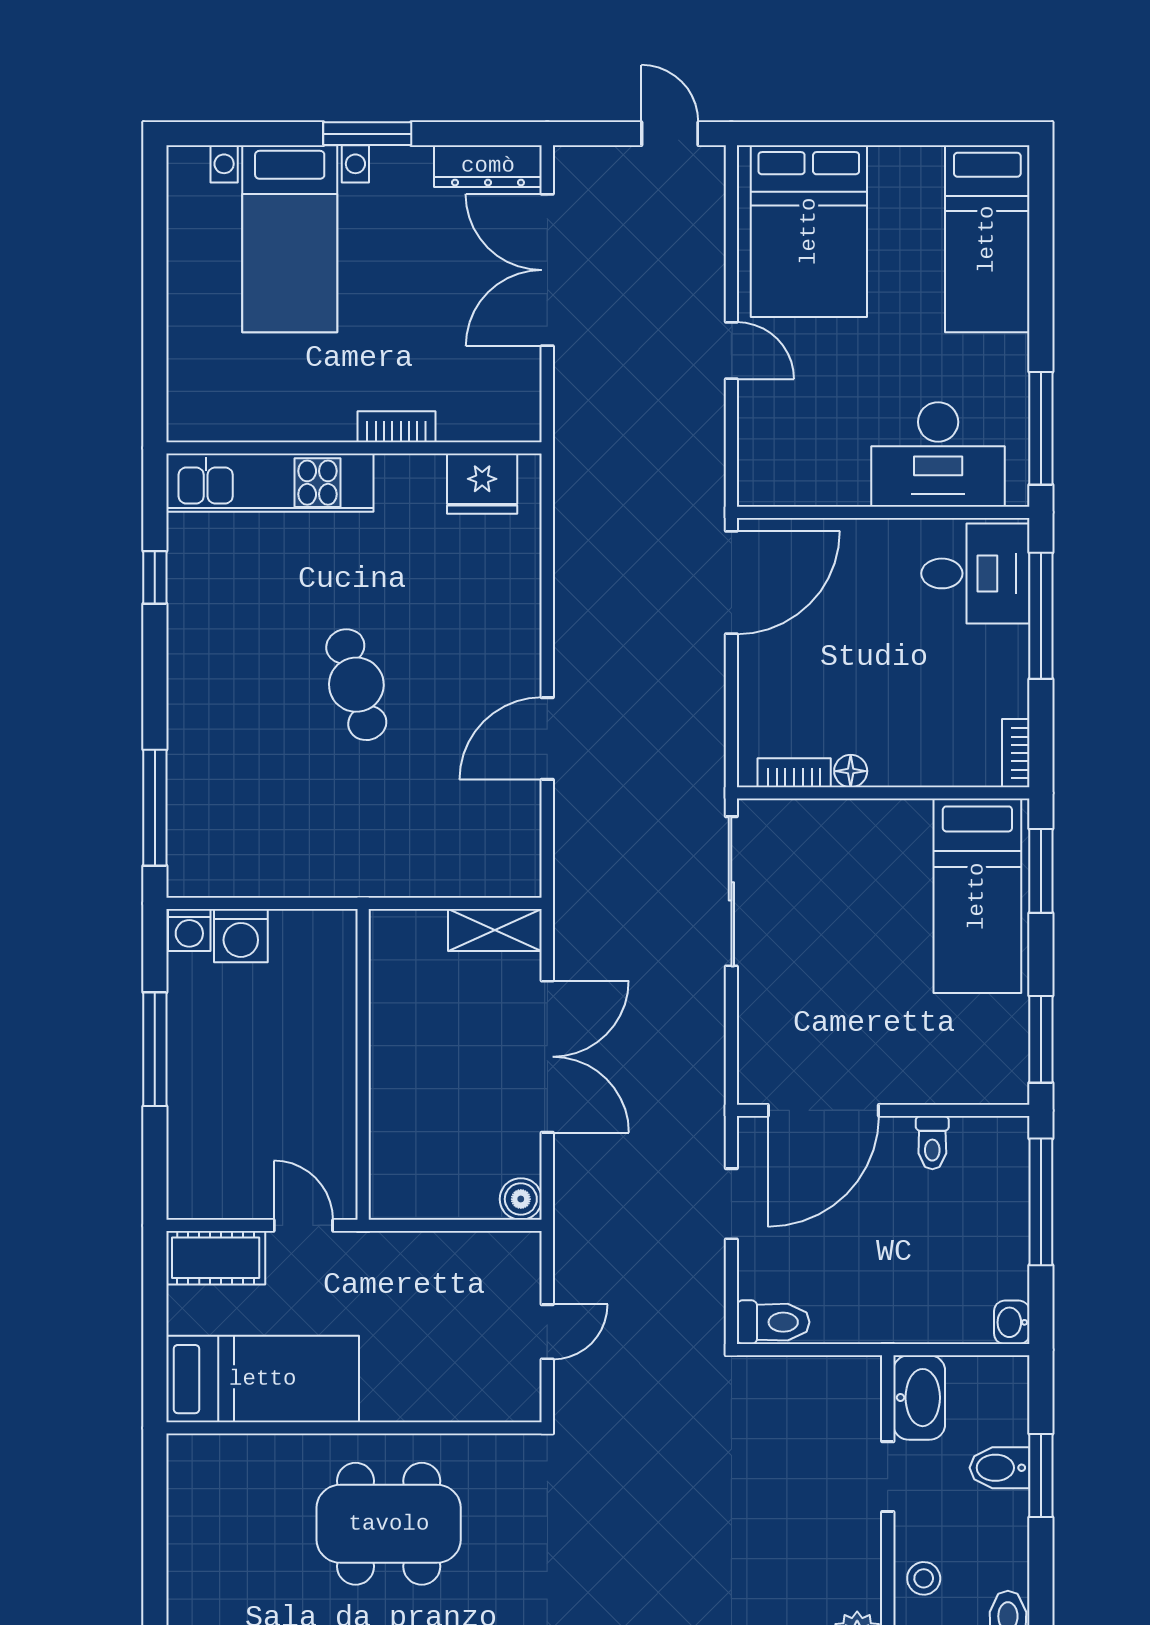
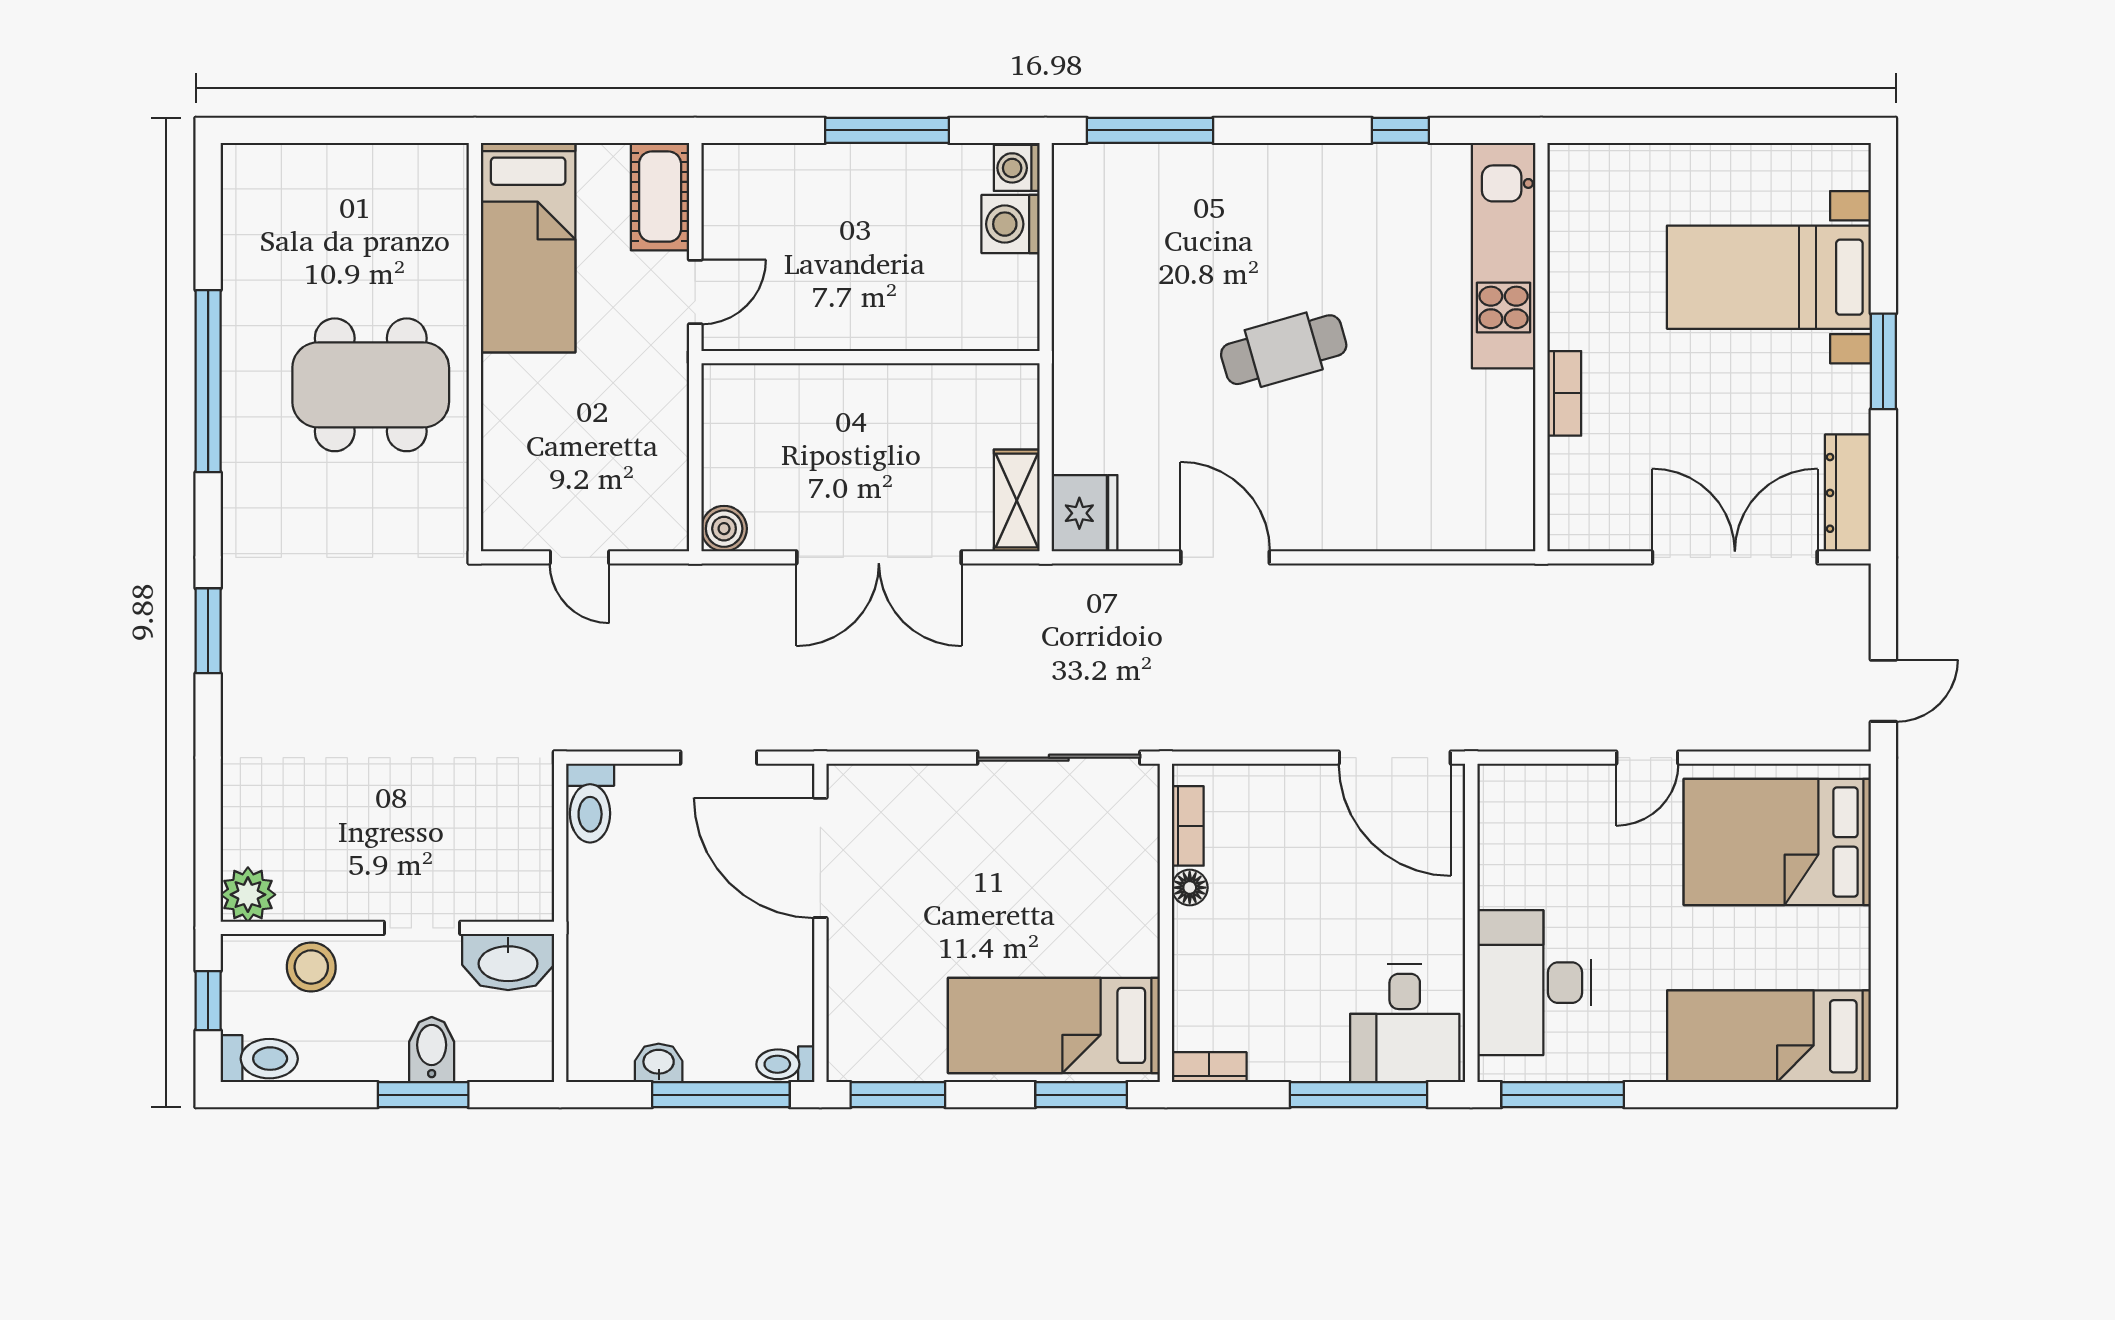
fridge: (482, 484) -> (1085, 513), moved, turned 180
toilet: (932, 1143) -> (785, 1064), moved
washbasin: (1012, 1322) -> (659, 1063), moved
dining table: (389, 1524) -> (371, 385), turned 90
stool: (924, 1578) -> (311, 967), width x1.37, depth x1.37

